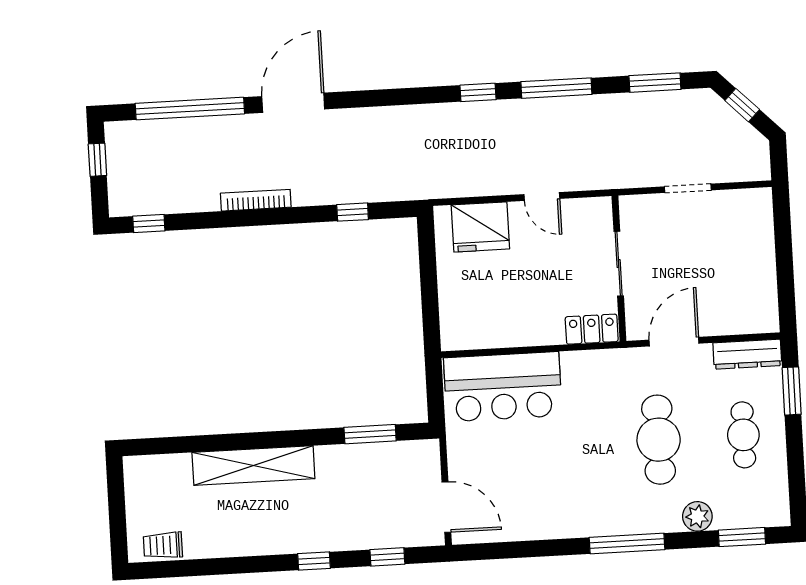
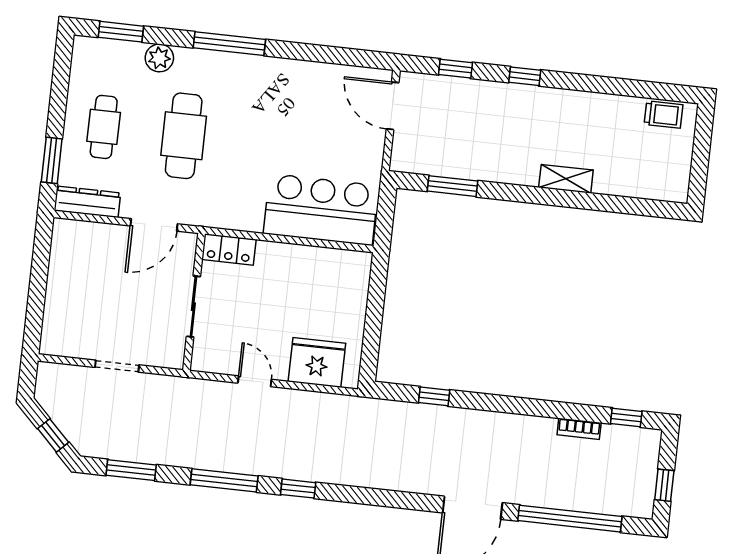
bookcase: (256, 200) -> (579, 429), moved, width x0.64
shelving: (253, 466) -> (566, 179), width x0.45, depth x0.75

